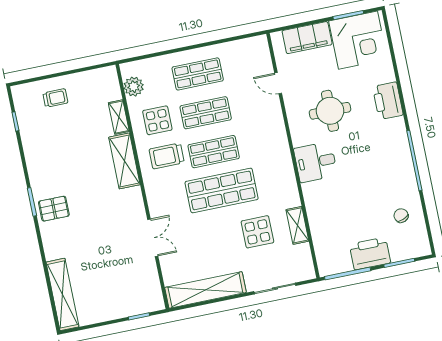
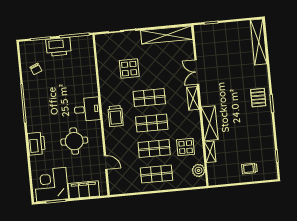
trolley: (167, 156) -> (116, 116), moved, turned 90
shop shelf: (222, 190) -> (149, 98), width x0.70, depth x0.74
pallet: (54, 209) -> (258, 98), turned 90
shelving: (297, 225) -> (193, 98), moved

